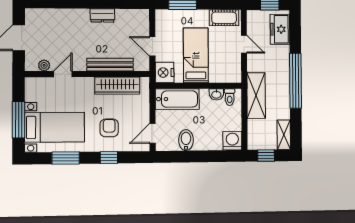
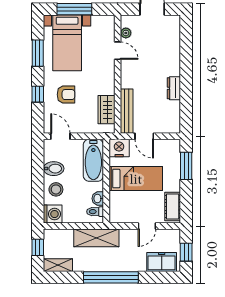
door: (152, 46) -> (144, 136), swing flipped
bench: (110, 65) -> (127, 111), moved
wardrobe: (117, 86) -> (107, 110), width x0.67
stool: (207, 137) -> (56, 189), added

